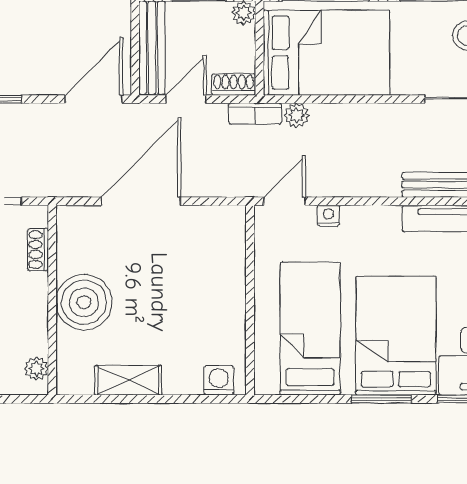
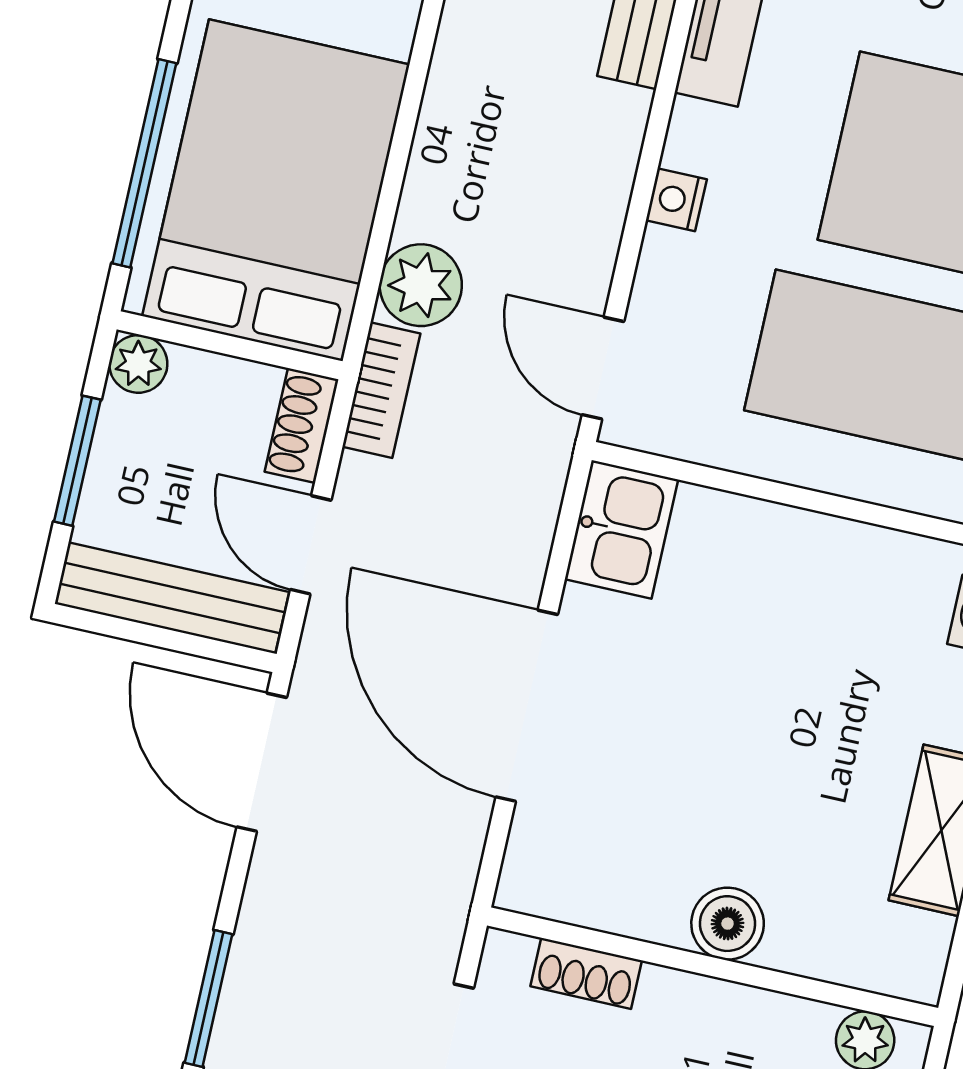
plant: (297, 115) -> (421, 285), width x1.38, depth x1.38
nightstand: (328, 216) -> (676, 200), moved
kitchen sink: (221, 223) -> (621, 529), added
boiler: (84, 302) -> (728, 924), width x0.54, depth x0.54

